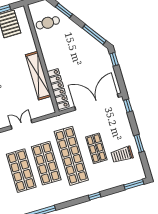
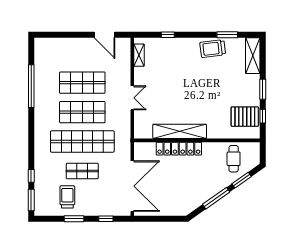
window: (94, 34) -> (216, 198), moved
window: (114, 59) -> (173, 219), removed
locker: (58, 89) -> (179, 149), moved
window: (128, 106) -> (106, 219), moved
window: (95, 196) -> (31, 176), moved

